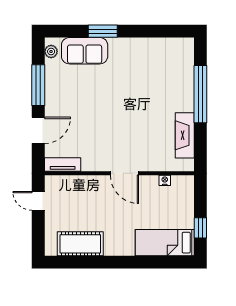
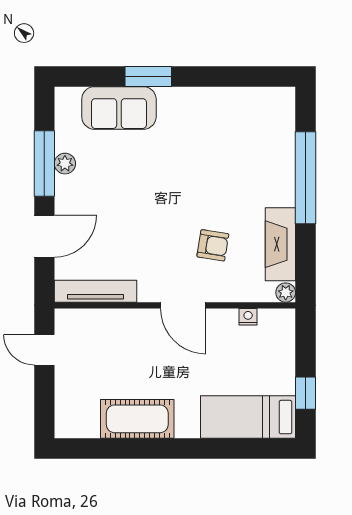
plant: (51, 51) -> (65, 164), moved
armchair: (143, 136) -> (213, 245), added
tv unit: (63, 164) -> (96, 291), width x1.41
plant: (188, 165) -> (286, 293), added
cot: (80, 244) -> (137, 419), moved

